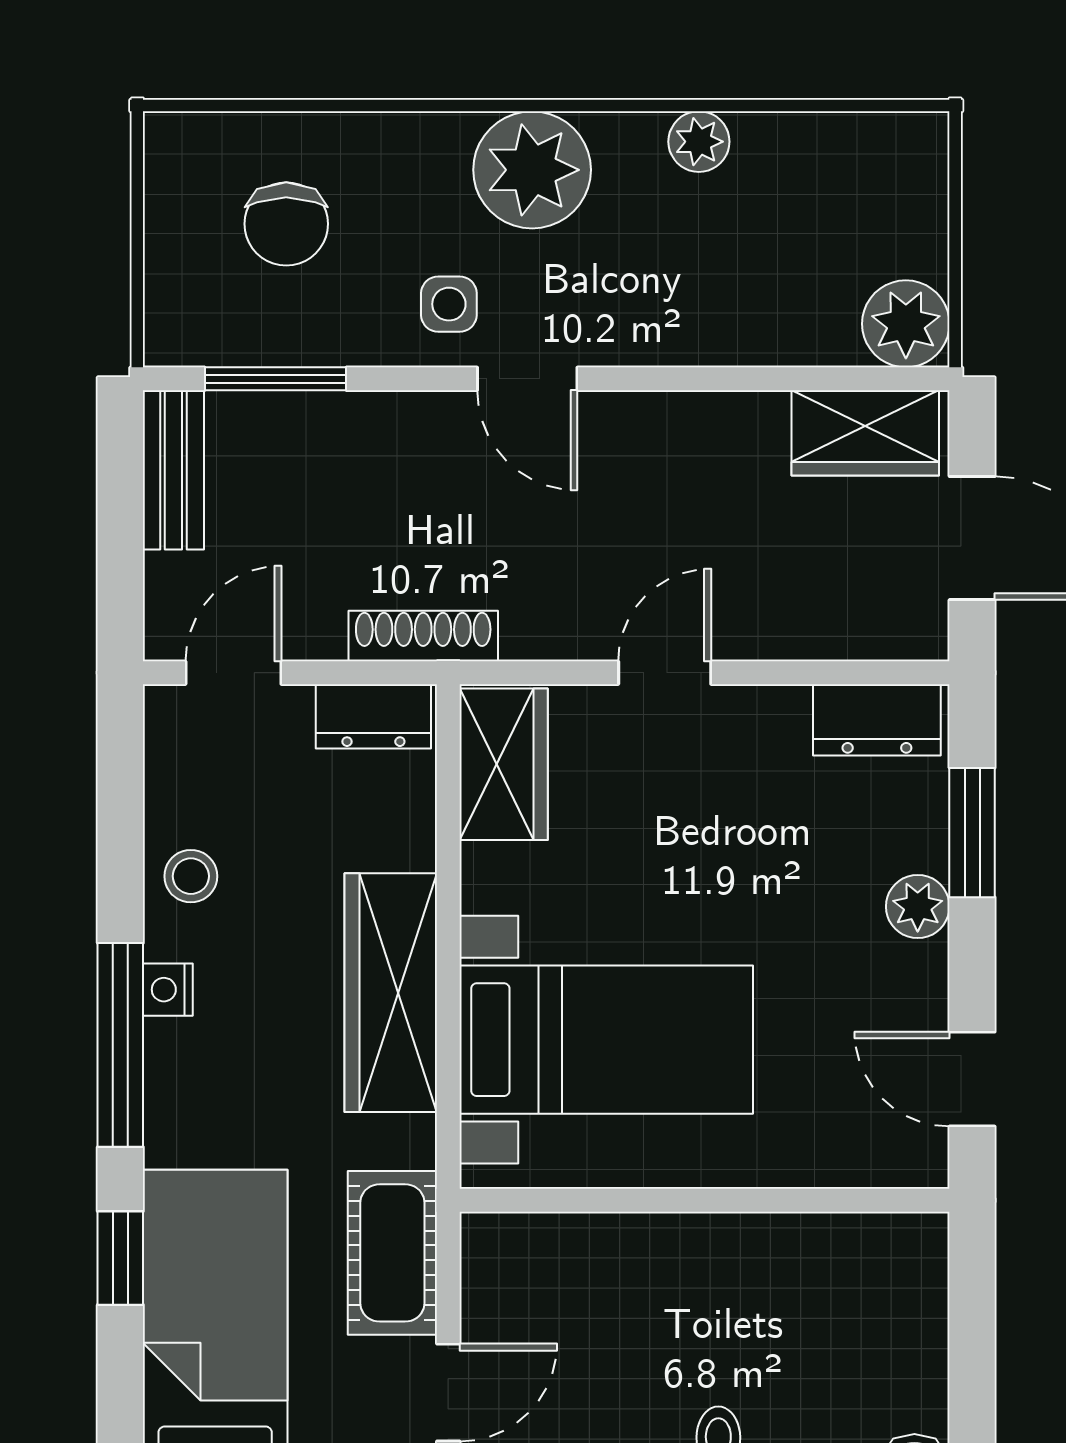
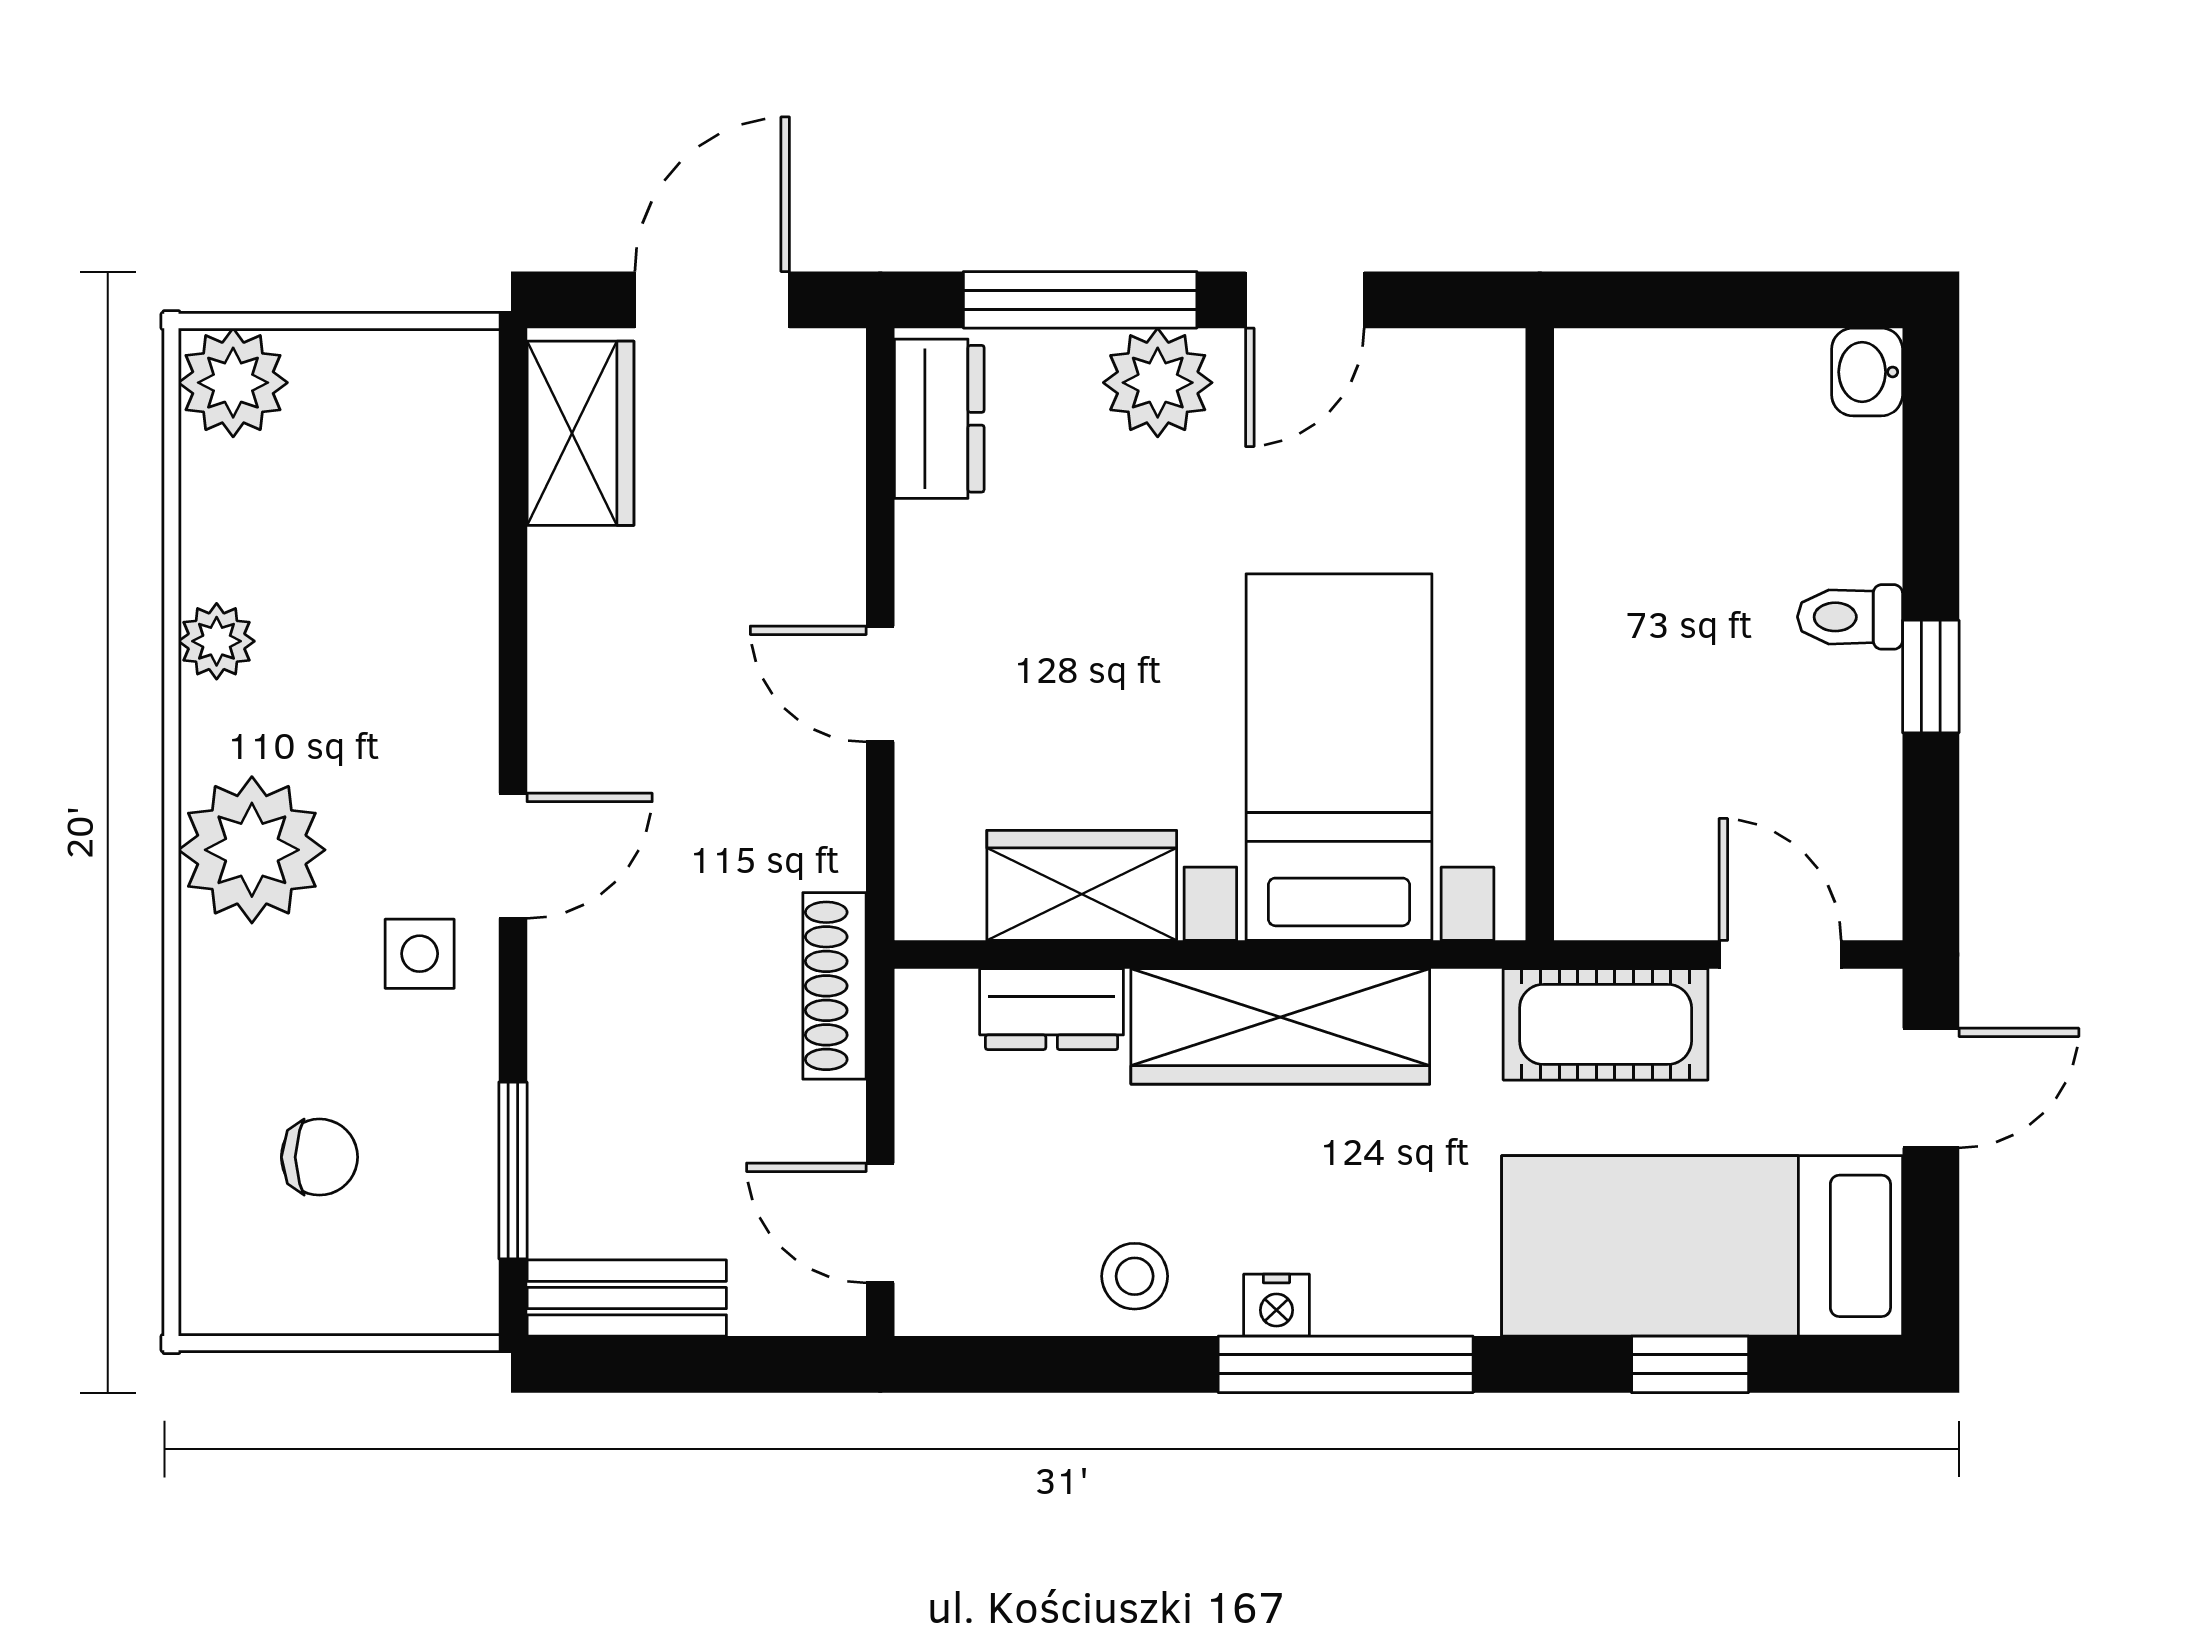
chair: (286, 224) -> (319, 1157), width x0.73, depth x0.73
plant: (906, 324) -> (233, 383), moved
dresser: (373, 716) -> (1052, 1009), moved, turned 90
wardrobe: (504, 764) -> (1082, 885), moved
window: (972, 833) -> (1080, 300), width x1.44
plant: (918, 907) -> (1158, 383), width x1.38, depth x1.38
door: (972, 1079) -> (1305, 300), moved
window: (120, 1258) -> (1690, 1364), moved

